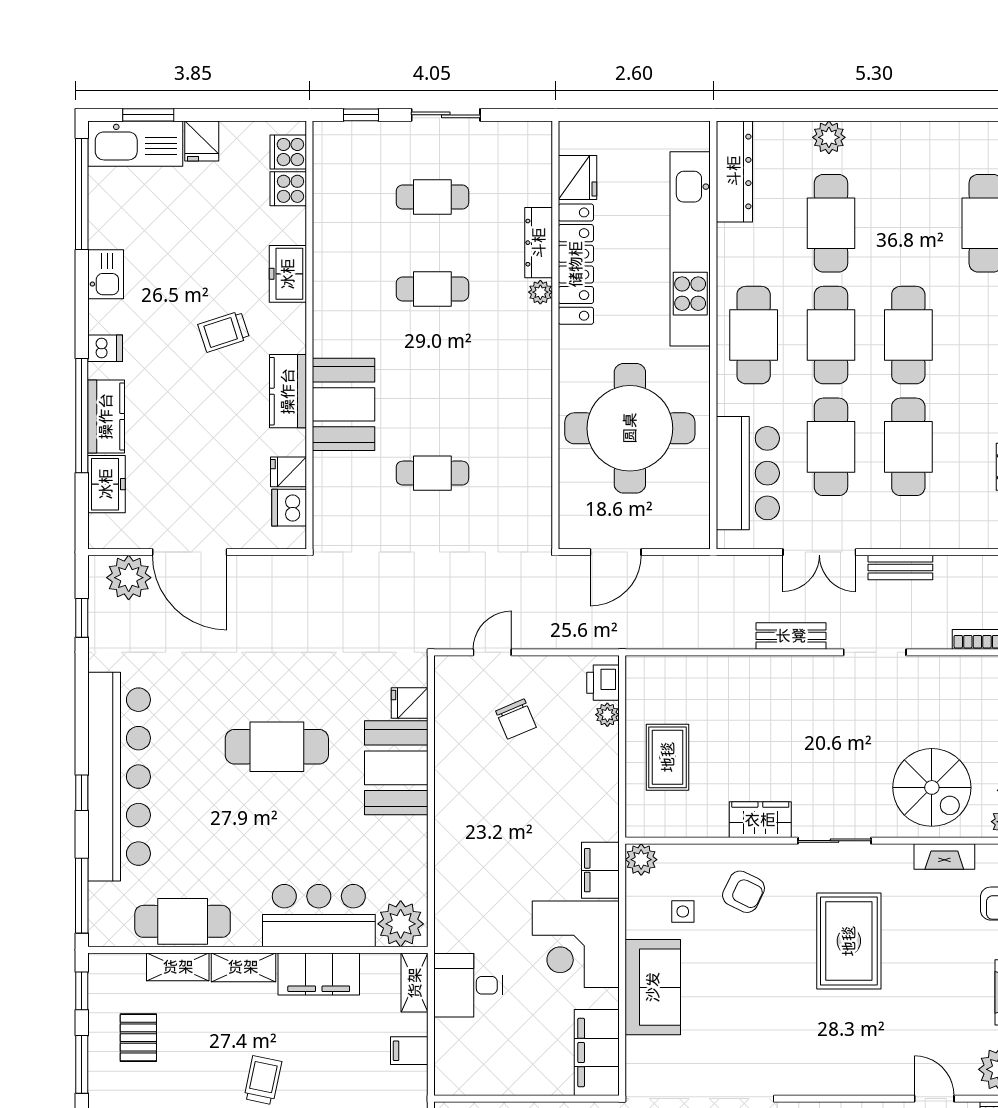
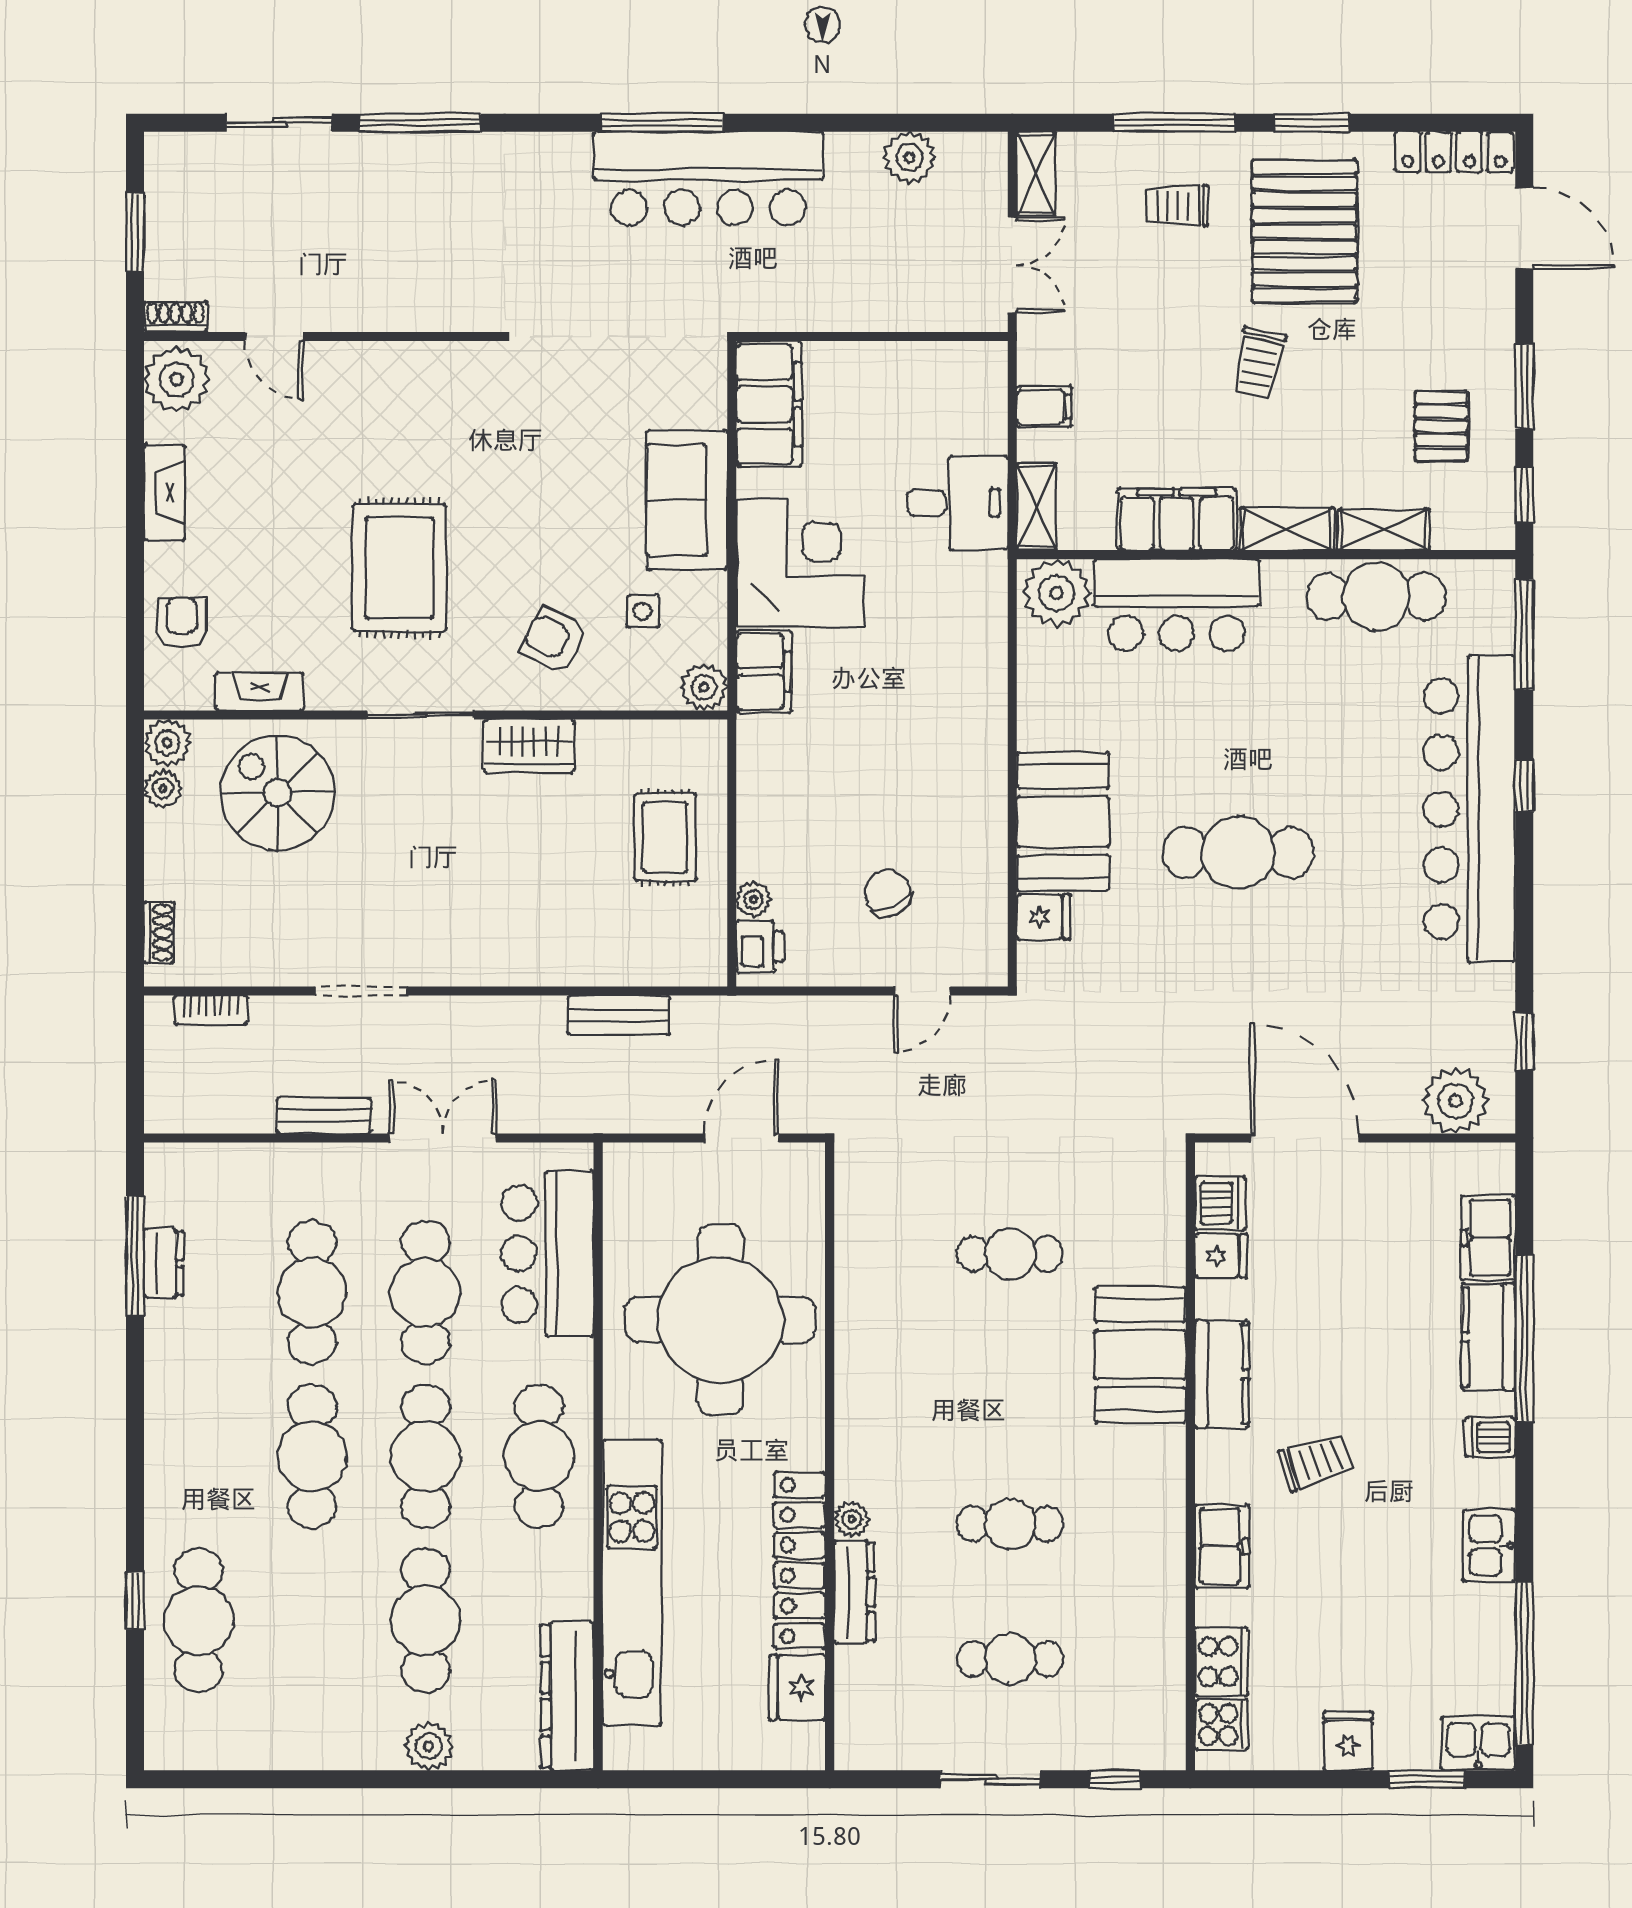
kitchen sink: (135, 144) -> (1478, 1743), width x0.53, depth x0.81
cooker: (288, 189) -> (1221, 1662), width x1.36
door: (190, 552) -> (1305, 1138), moved
bench: (791, 636) -> (619, 1015), moved

